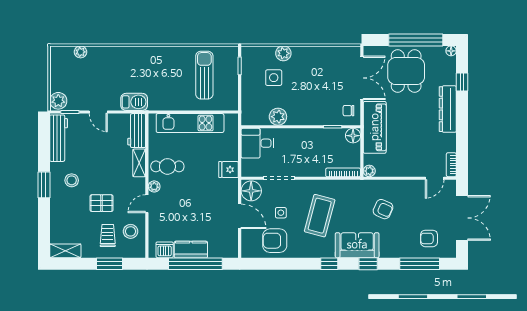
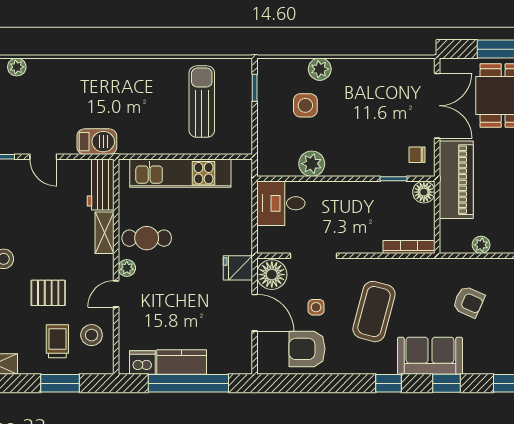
fridge: (229, 170) -> (238, 268), moved
plant: (369, 171) -> (481, 245), moved

